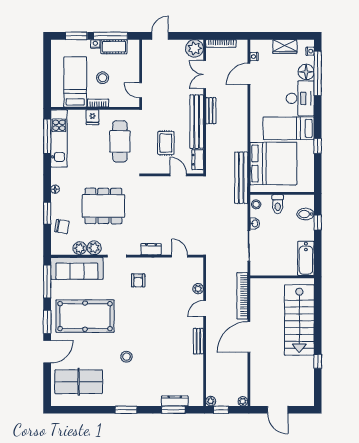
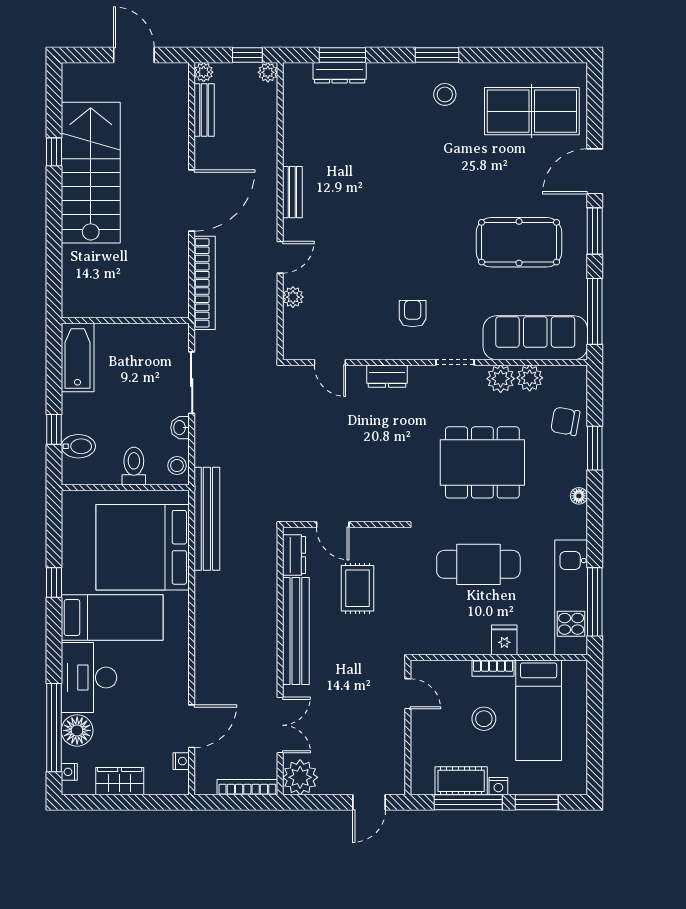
bench: (211, 111) -> (204, 110), moved
cafe table: (120, 141) -> (478, 564), moved, turned 90
pool table: (85, 316) -> (519, 242), width x0.73, depth x0.76
stairs: (299, 320) -> (91, 173), moved
stool: (126, 357) -> (445, 94), moved

